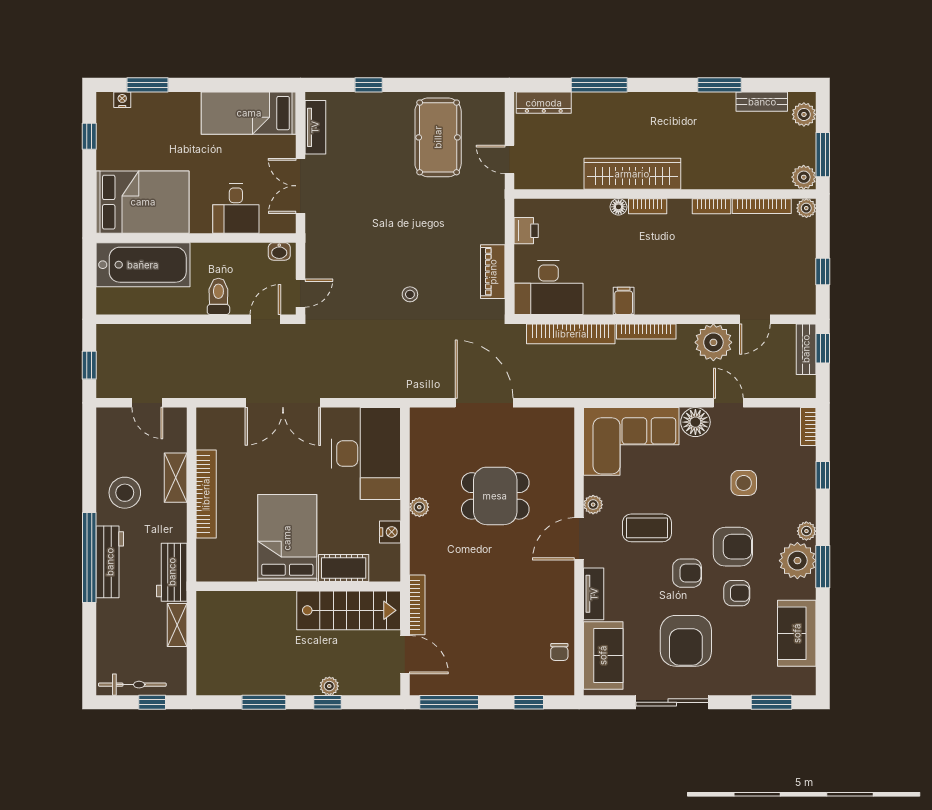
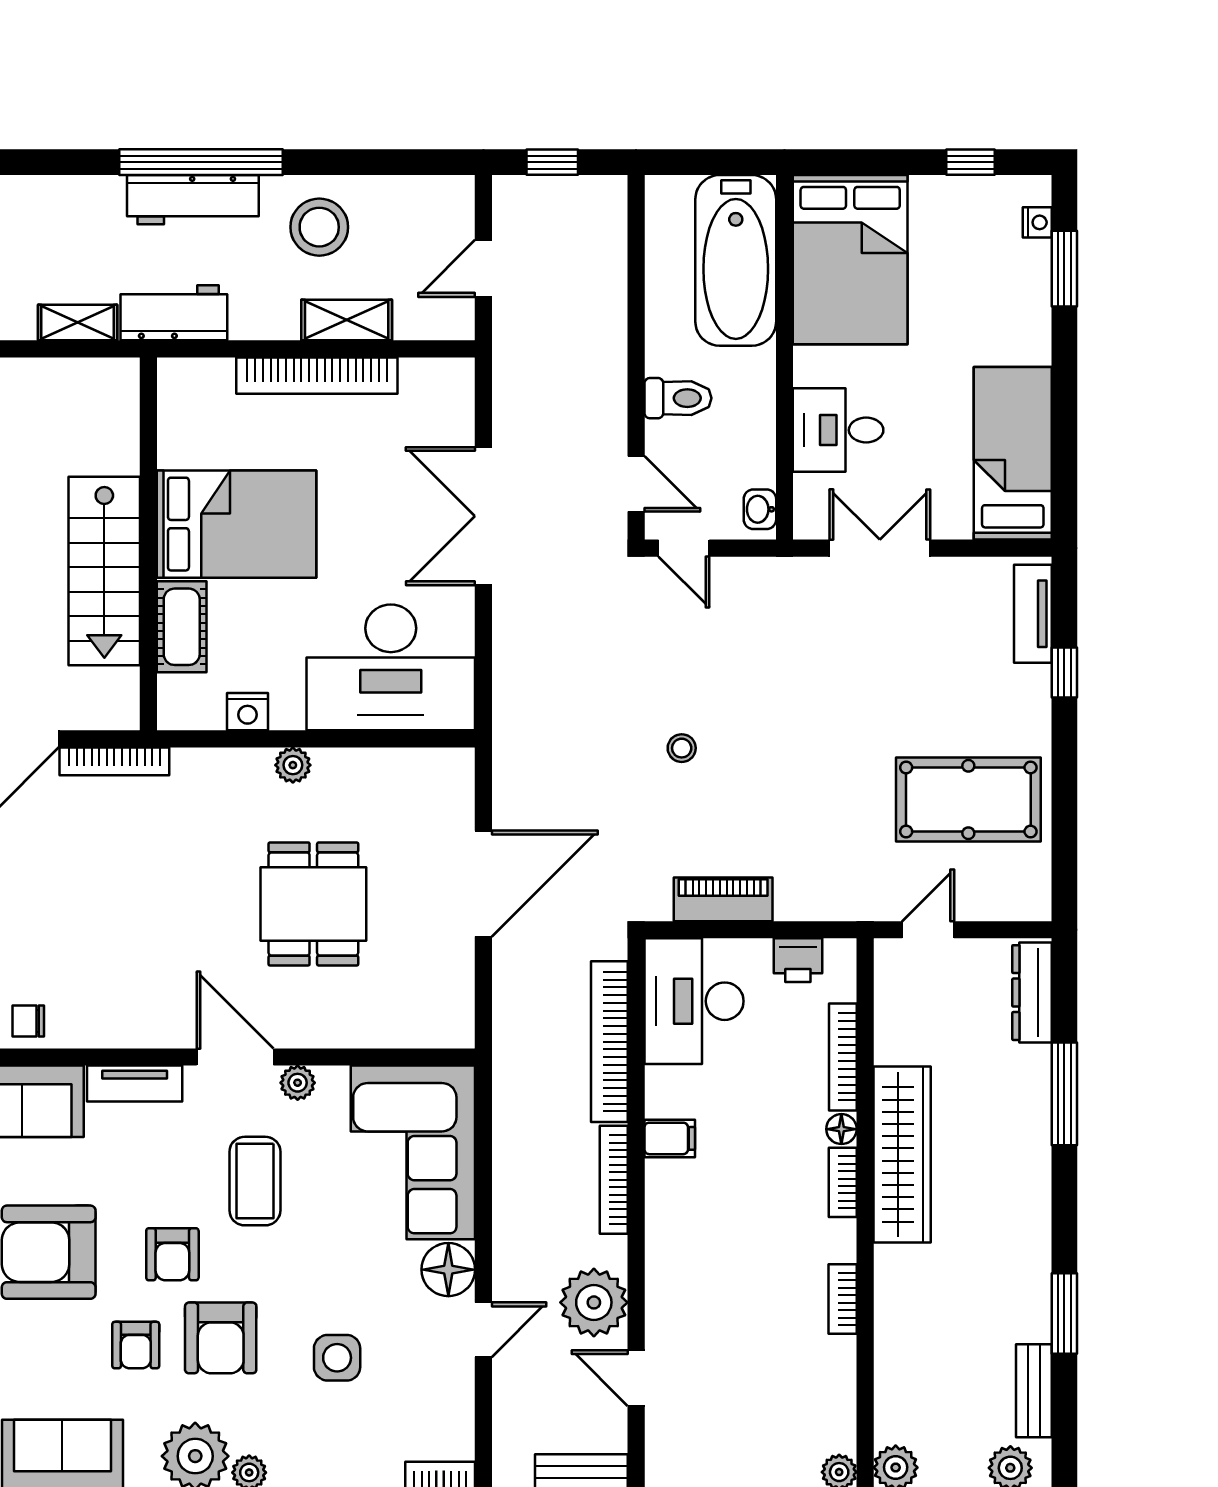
tv unit: (315, 127) -> (1033, 614), moved, turned 90
bookcase: (762, 206) -> (843, 1057), moved
stairs: (349, 610) -> (104, 571), moved

